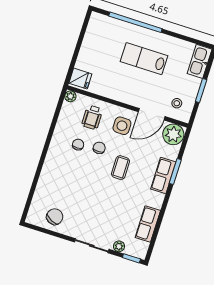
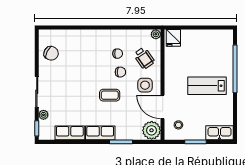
lab bench: (144, 59) -> (207, 86), turned -90
wheelchair: (92, 117) -> (144, 58), turned -125
row of seats: (163, 176) -> (100, 133), moved

